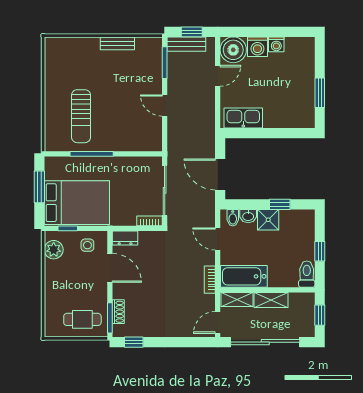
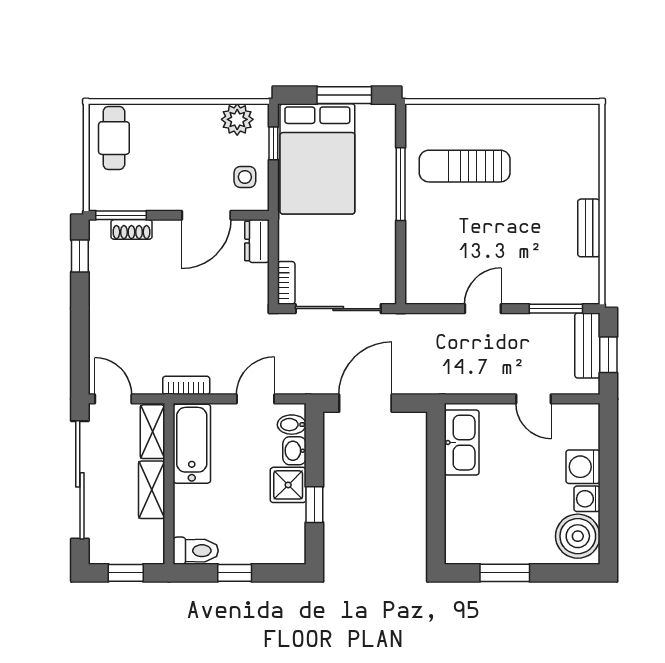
boiler: (233, 50) -> (578, 536), moved
cafe table: (82, 319) -> (114, 138), moved

